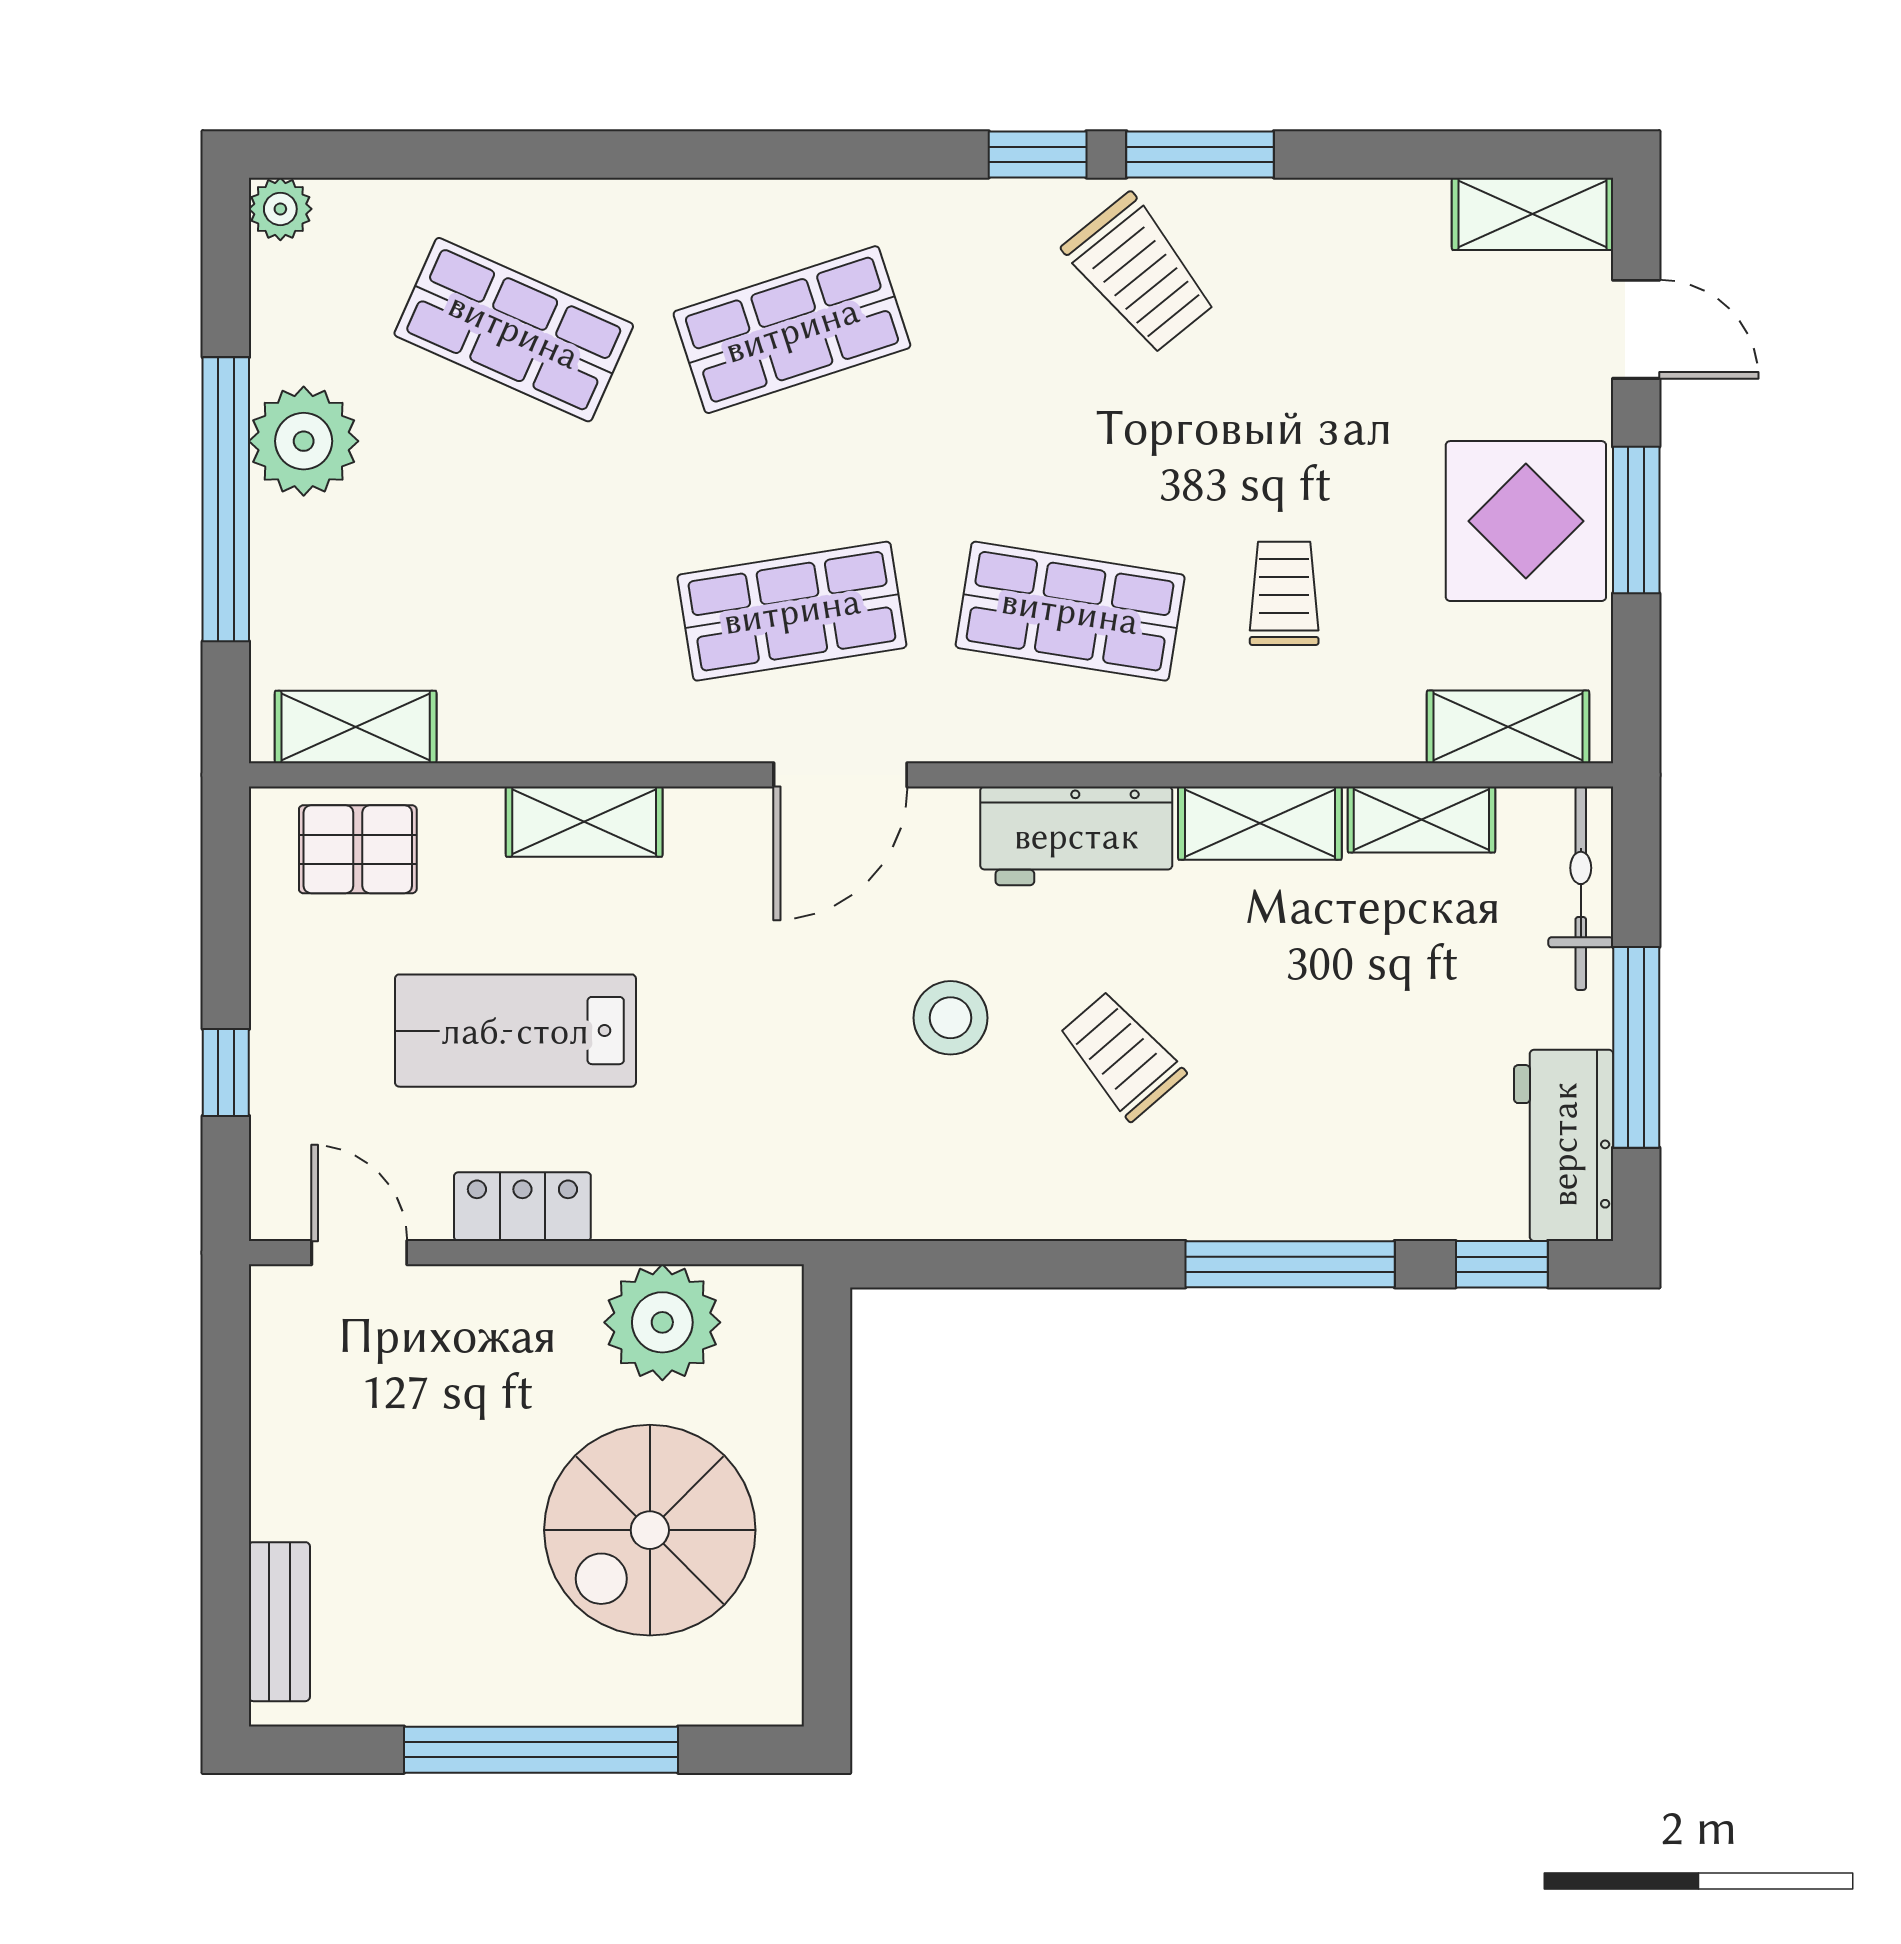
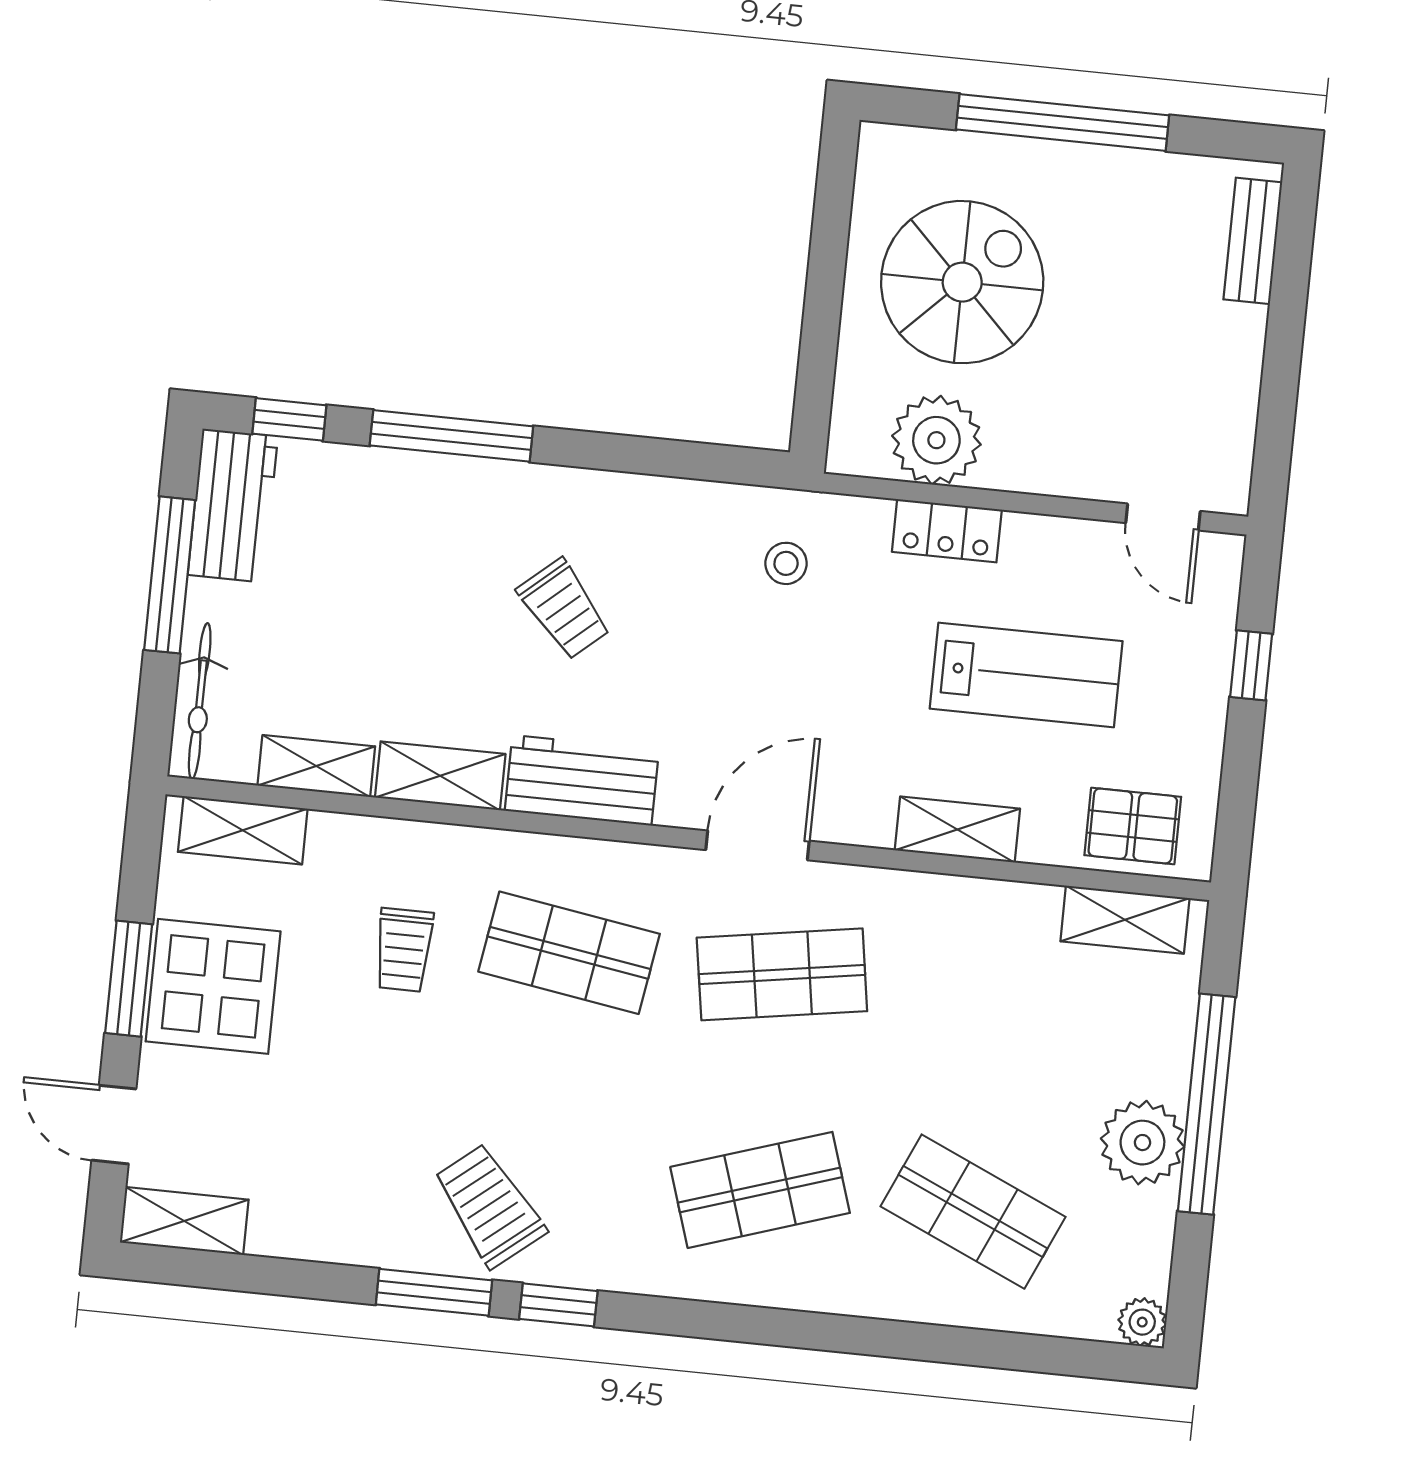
stool: (950, 1018) -> (786, 563), moved, width x0.73, depth x0.73
locker: (522, 1207) -> (947, 531), moved

